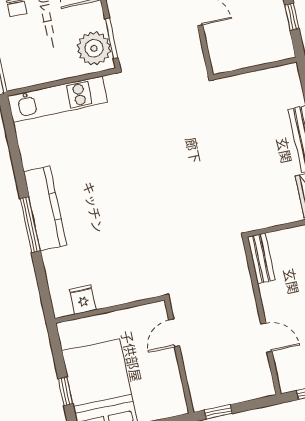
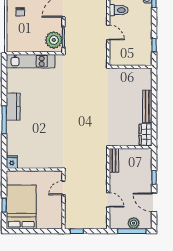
kitchen counter: (45, 208) -> (13, 107), width x0.67
fridge: (83, 299) -> (12, 162), moved

